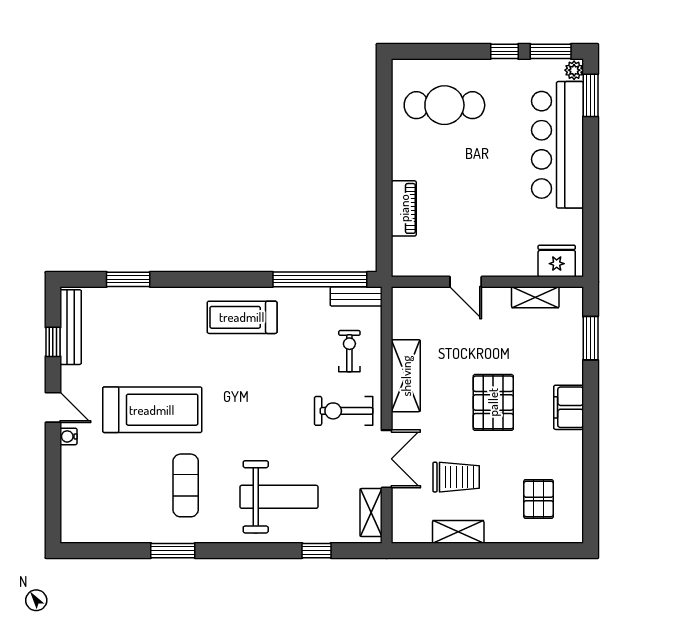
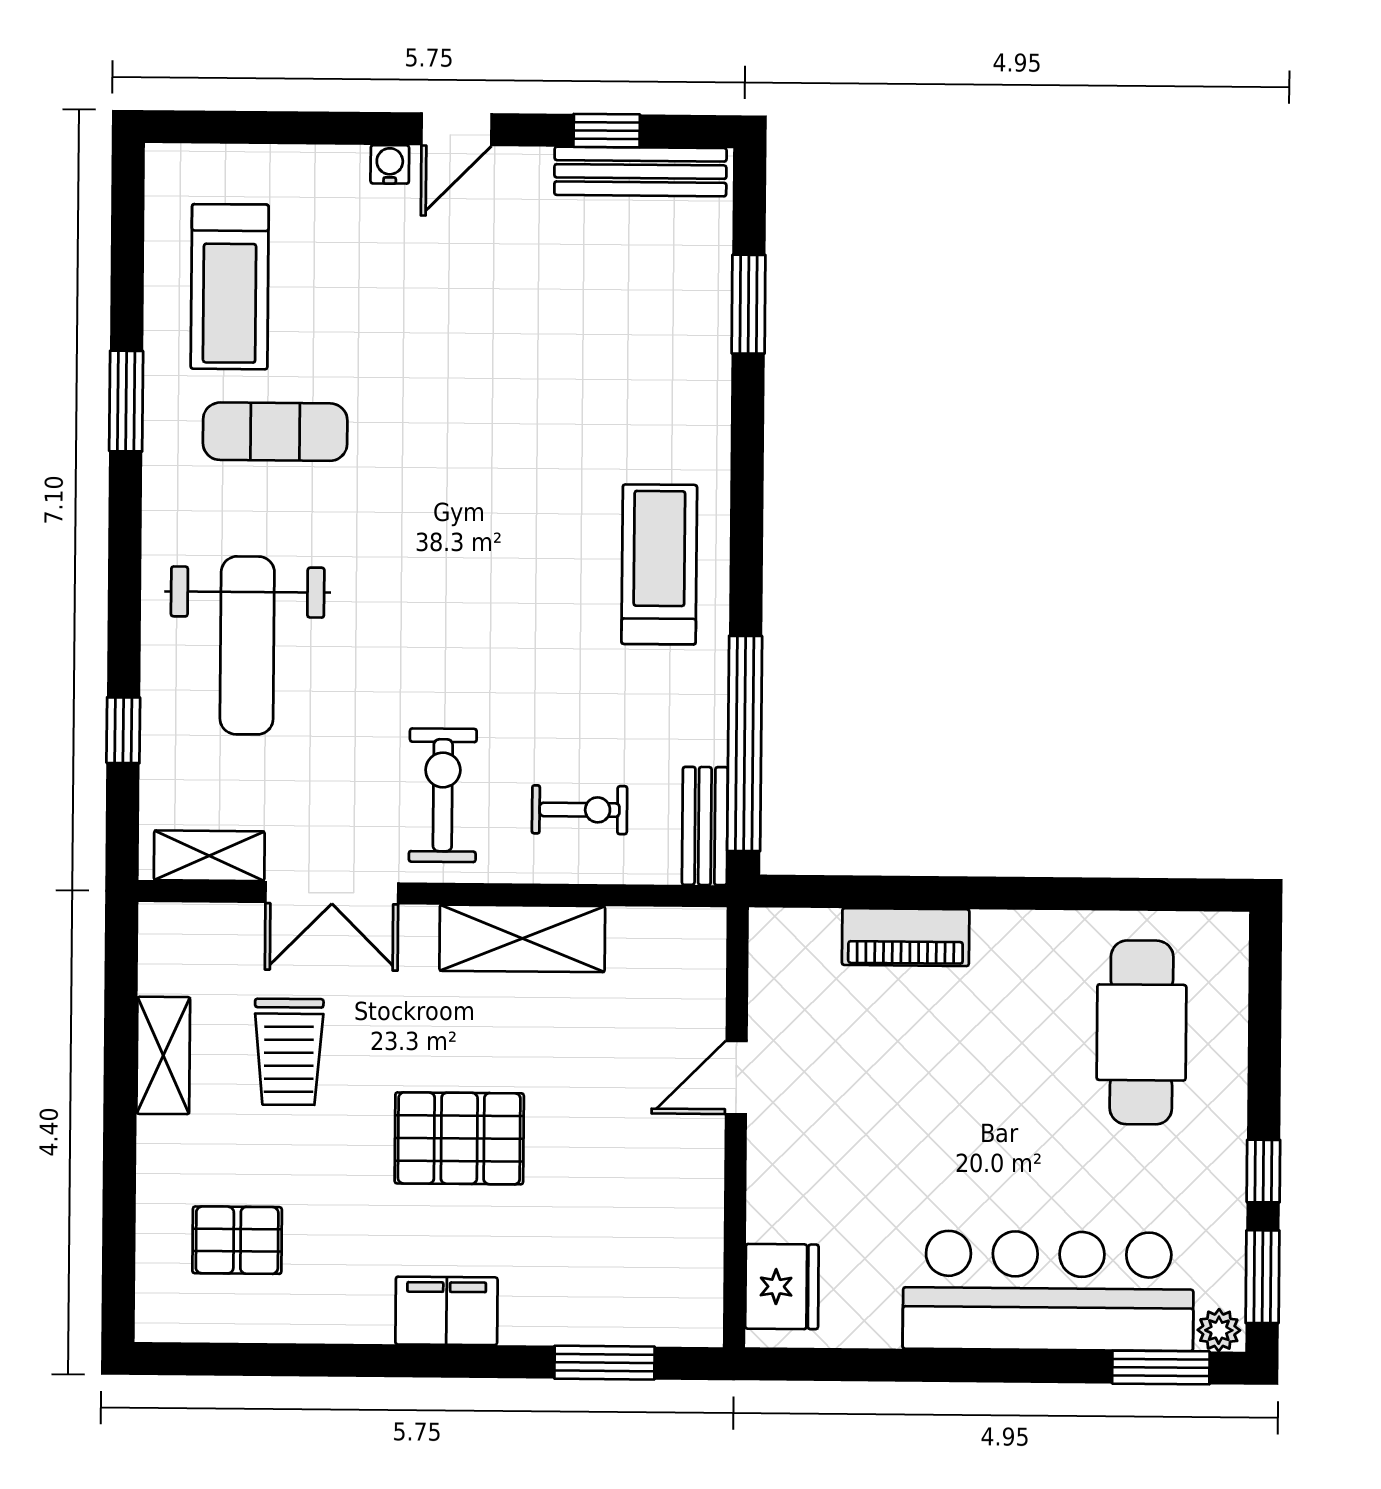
shelving: (535, 297) -> (699, 1237), removed
treadmill: (152, 410) -> (230, 287), moved, width x0.73, depth x0.73

